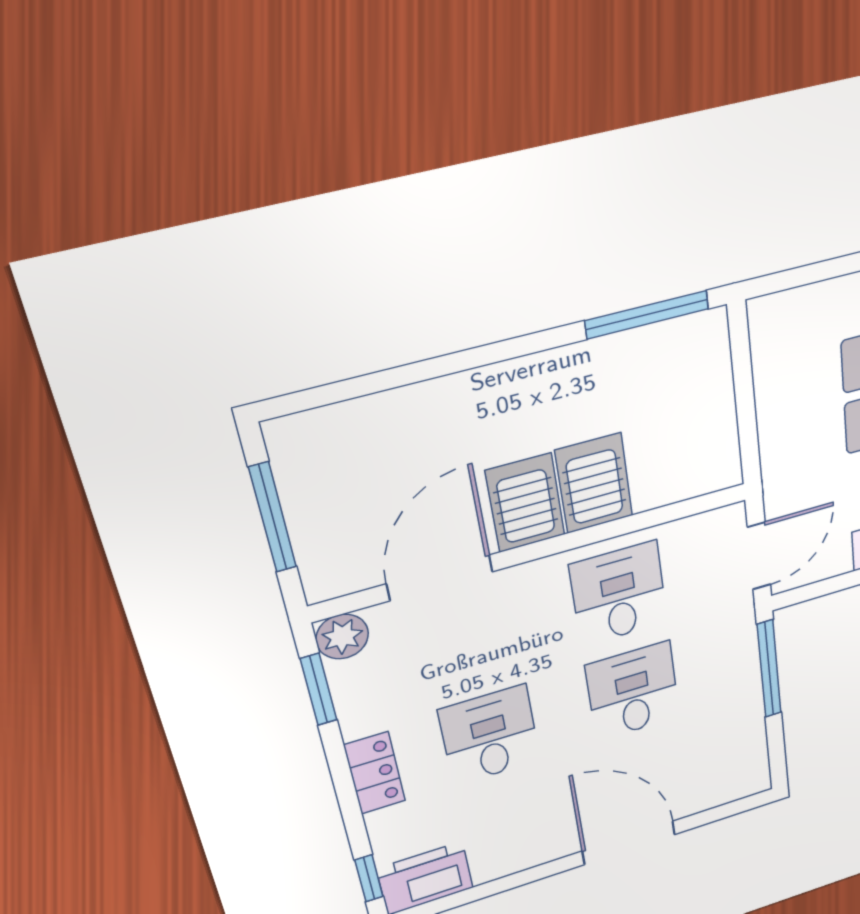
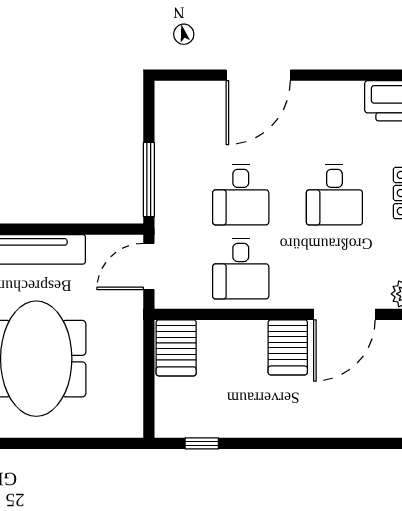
window: (647, 315) -> (202, 443), width x0.46
server rack: (594, 483) -> (176, 348), moved
door: (629, 843) -> (258, 75), hinge flipped

